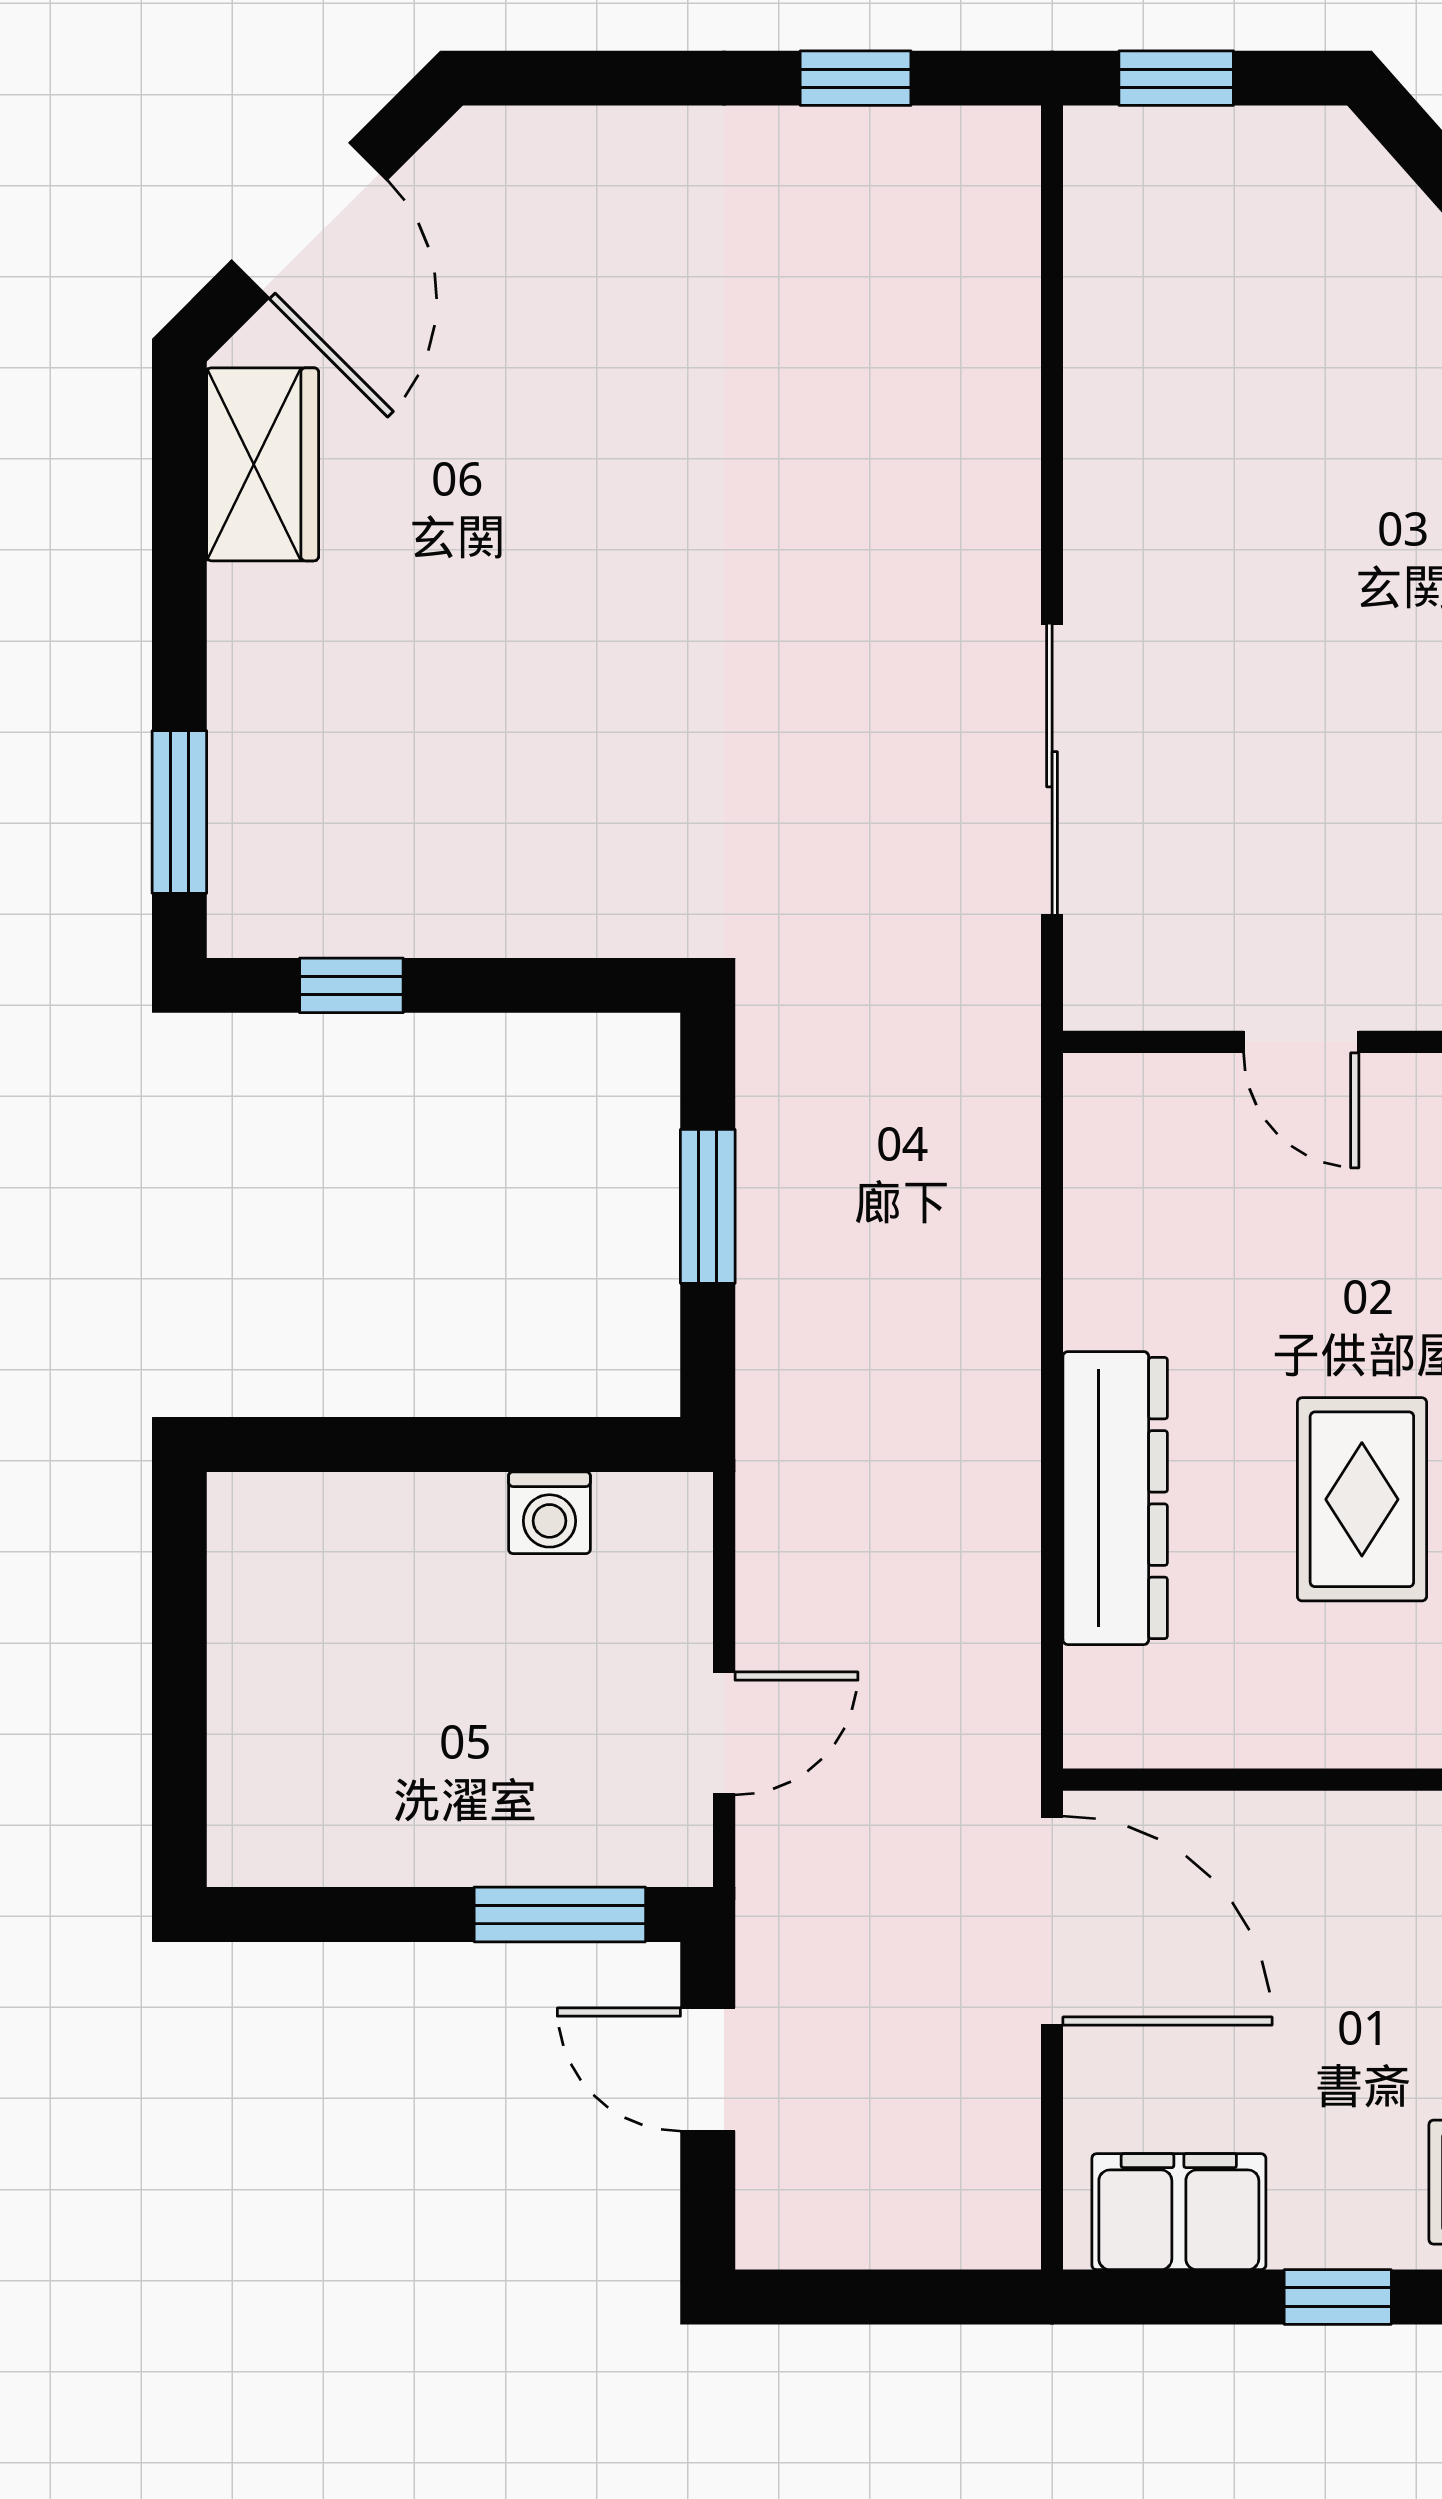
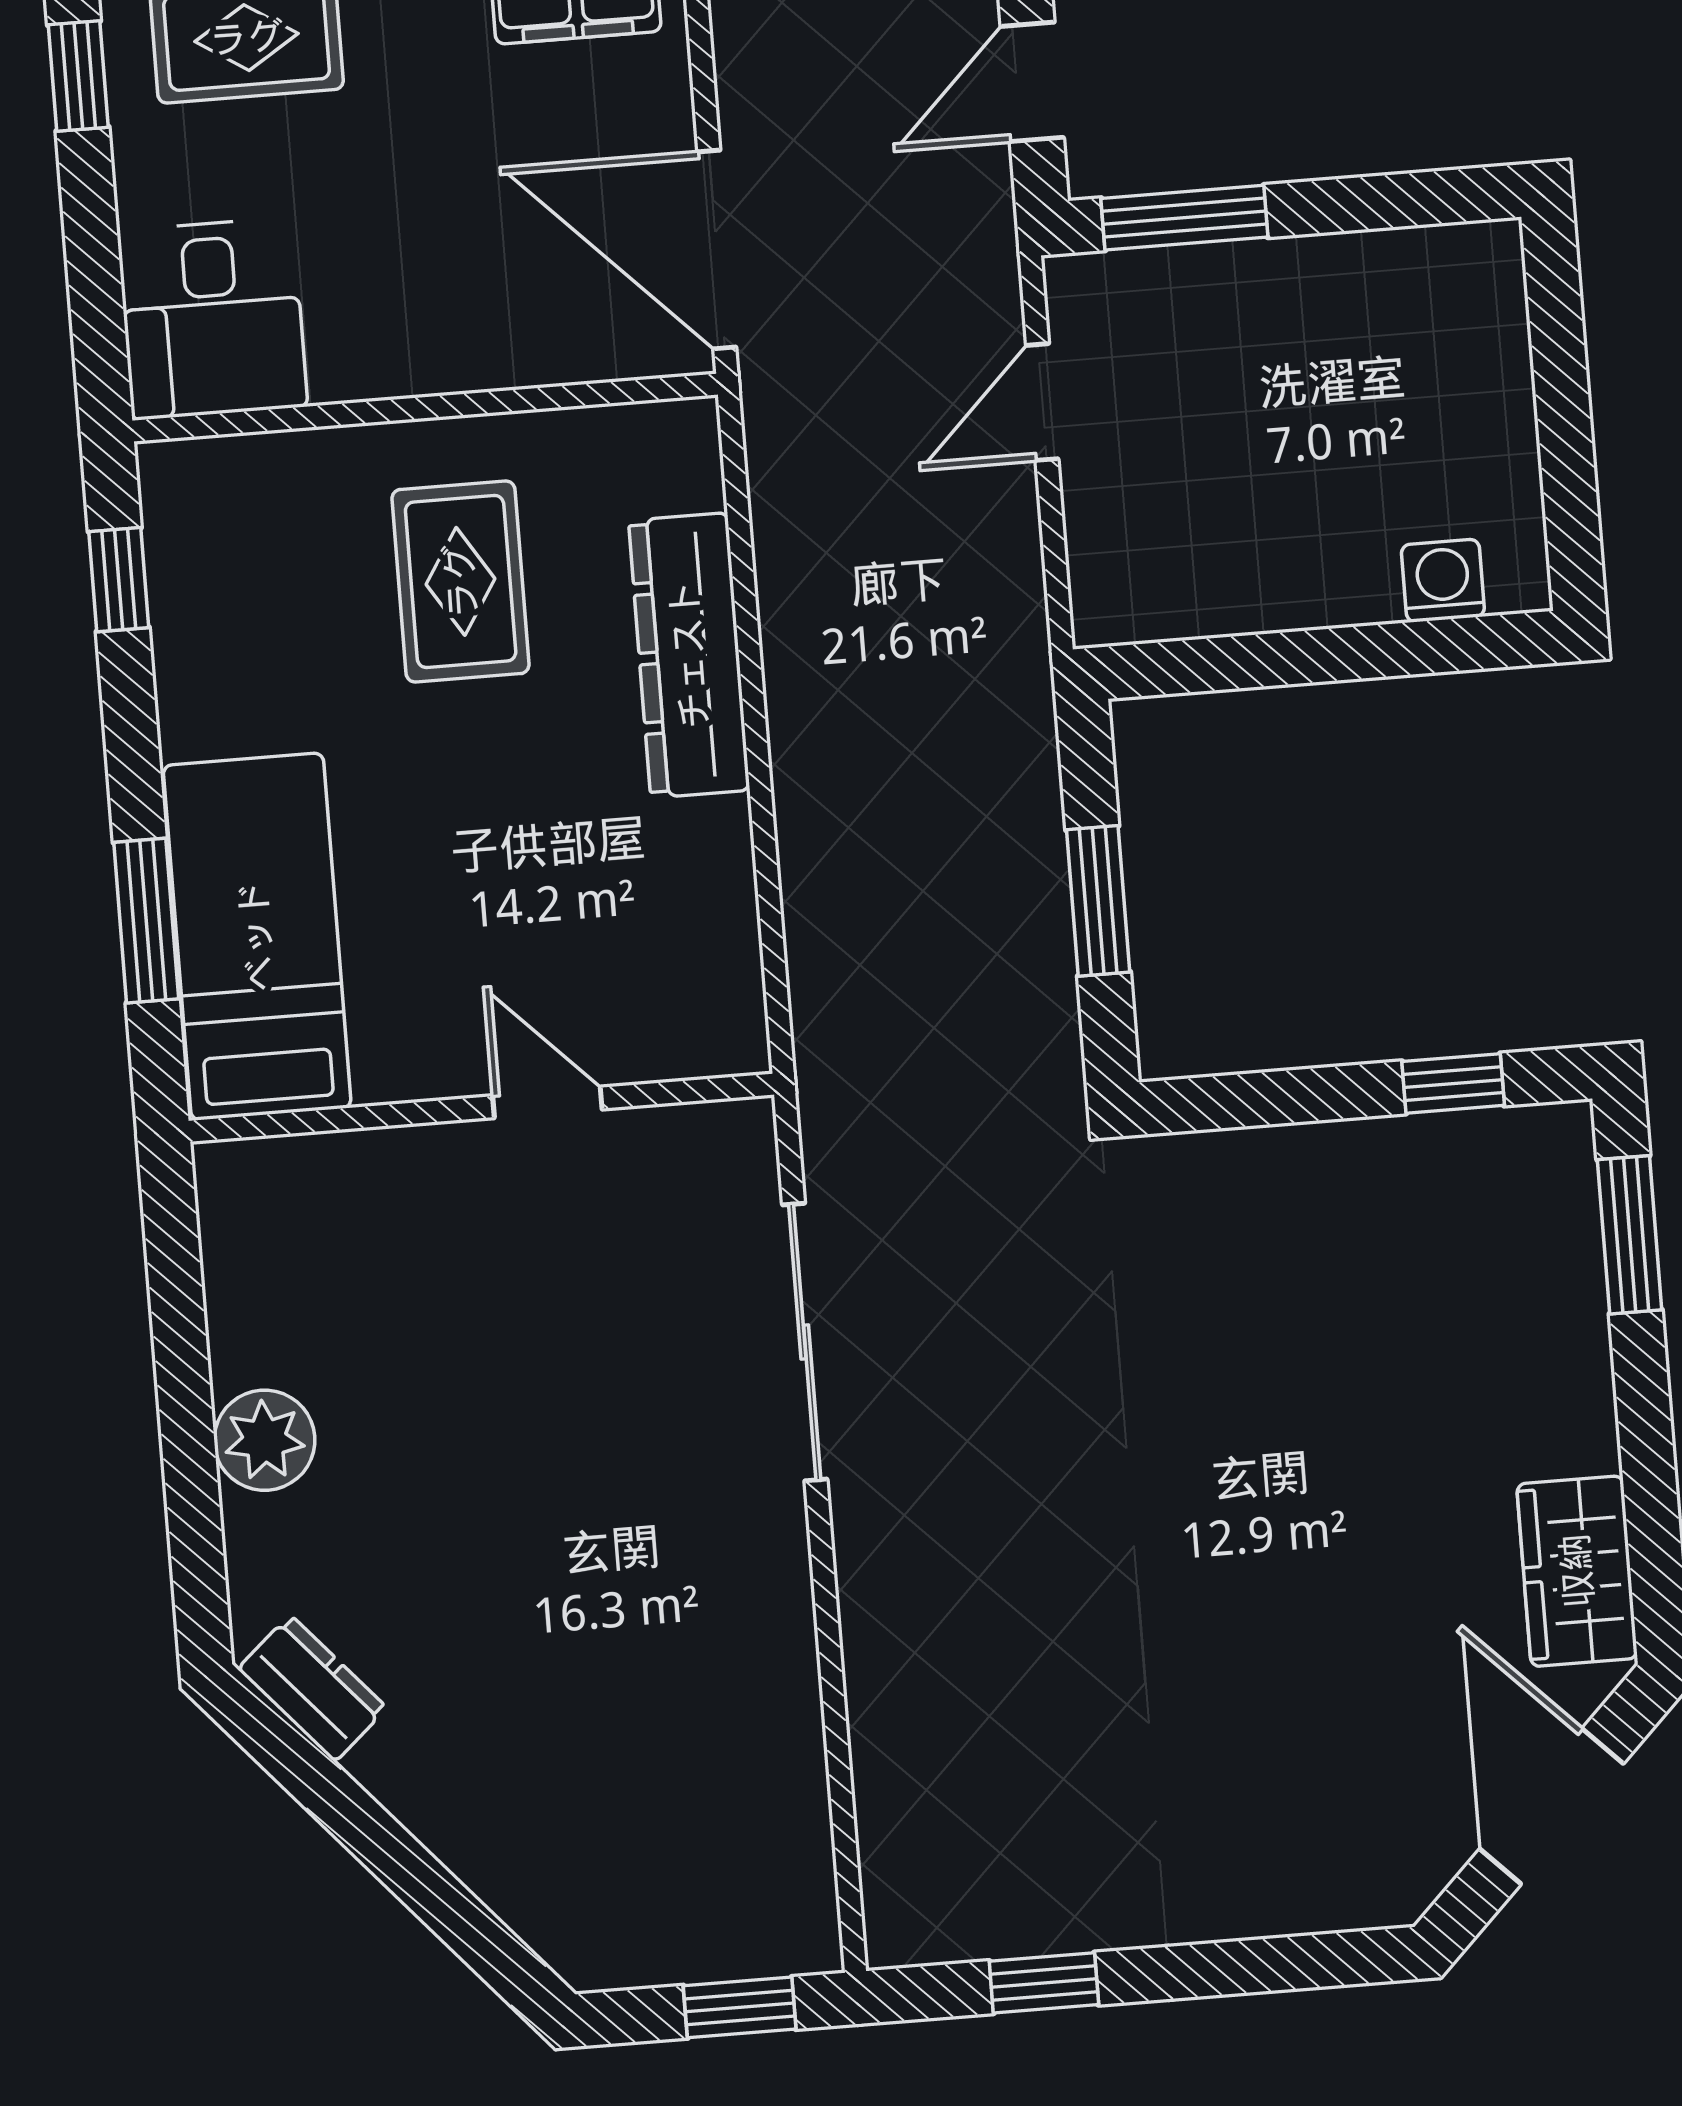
rug: (1362, 1499) -> (461, 581), moved
washing machine: (549, 1513) -> (1443, 581), moved
door: (708, 2069) -> (1032, 82), swing flipped

